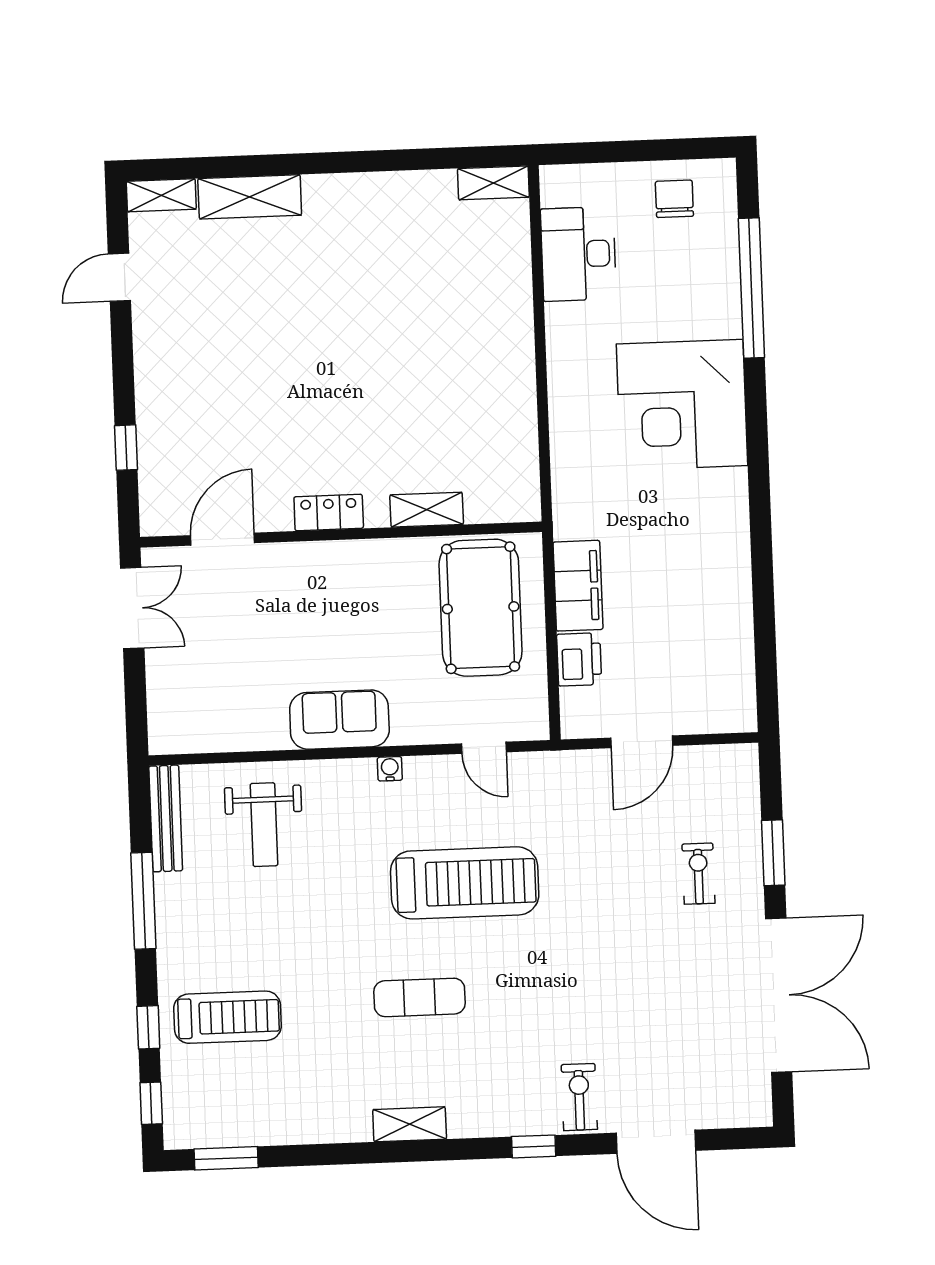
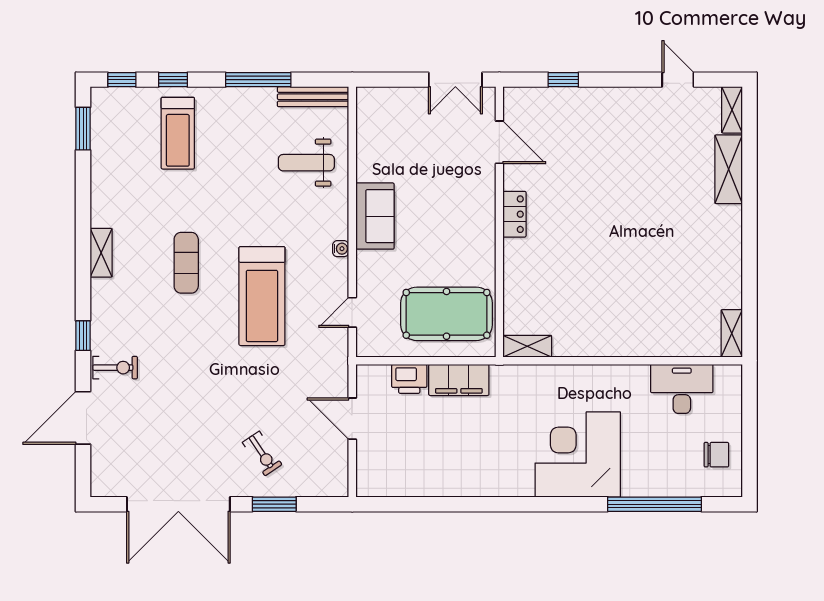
shelving: (427, 510) -> (527, 346), moved, turned 90
exercise bike: (698, 874) -> (262, 453), turned 56

